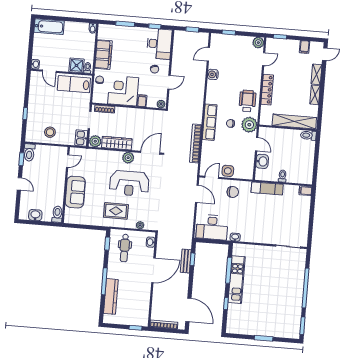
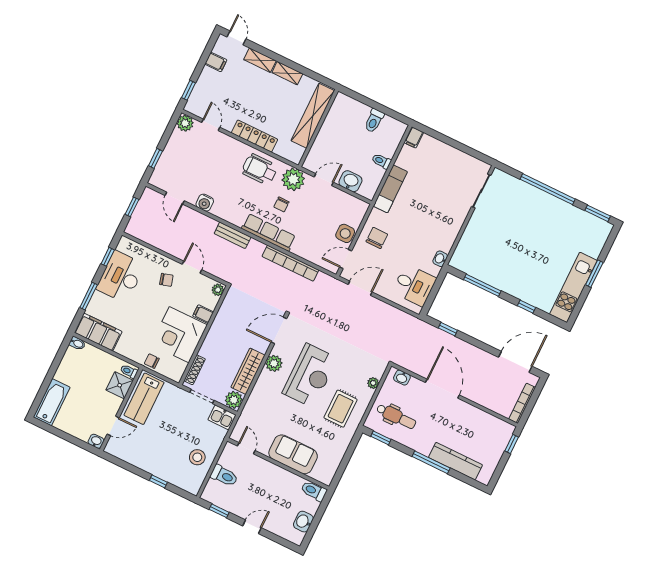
desk: (159, 44) -> (121, 277), moved, turned -90
filing cabinet: (104, 55) -> (98, 332), moved
toilet: (308, 135) -> (374, 121), moved
toilet: (29, 152) -> (224, 476), moved
door: (150, 153) -> (279, 330), hinge flipped
door: (212, 177) -> (346, 259), hinge flipped
desk: (212, 227) -> (414, 285), width x0.73
bench: (186, 261) -> (233, 235), moved
kitchen unit: (237, 280) -> (573, 287), moved, turned -90

